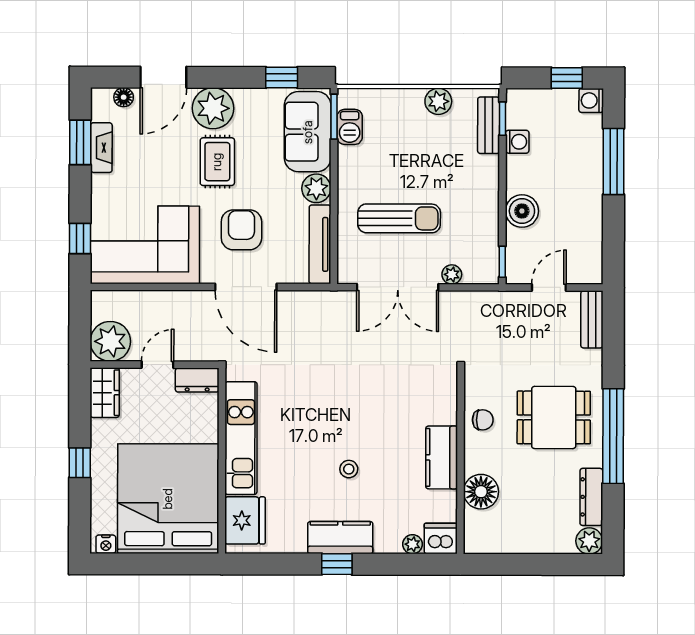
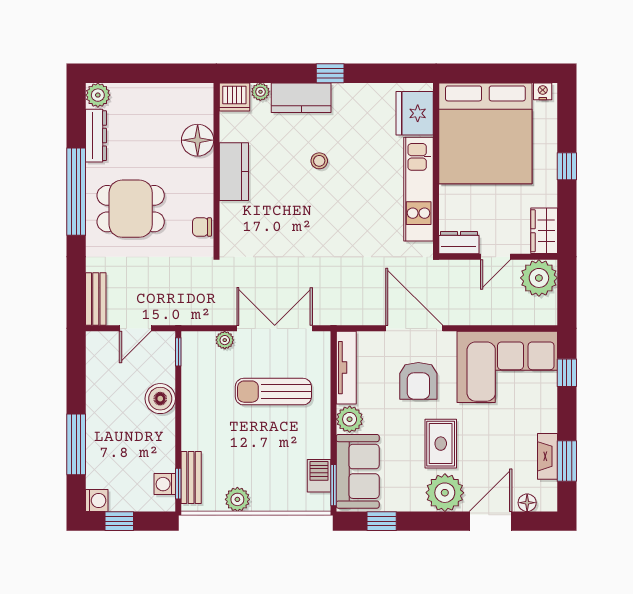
washing machine: (517, 142) -> (165, 484), moved
chair: (483, 420) -> (202, 227), moved
kitchen counter: (340, 538) -> (301, 98), moved

